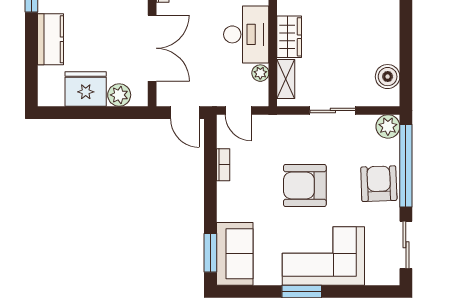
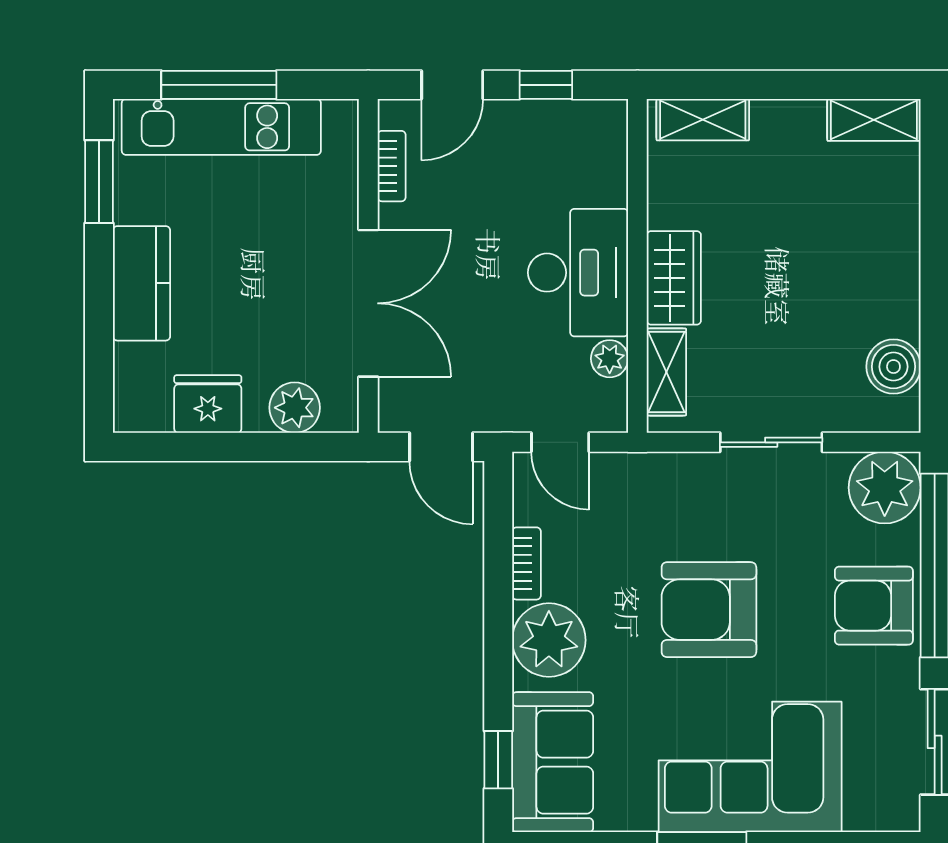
fridge: (86, 89) -> (208, 404), width x0.73, depth x0.75
plant: (388, 126) -> (885, 488), width x1.36, depth x1.36
armchair: (379, 184) -> (874, 606), turned -88
plant: (233, 199) -> (549, 640), added
window: (210, 253) -> (498, 760), width x0.67

